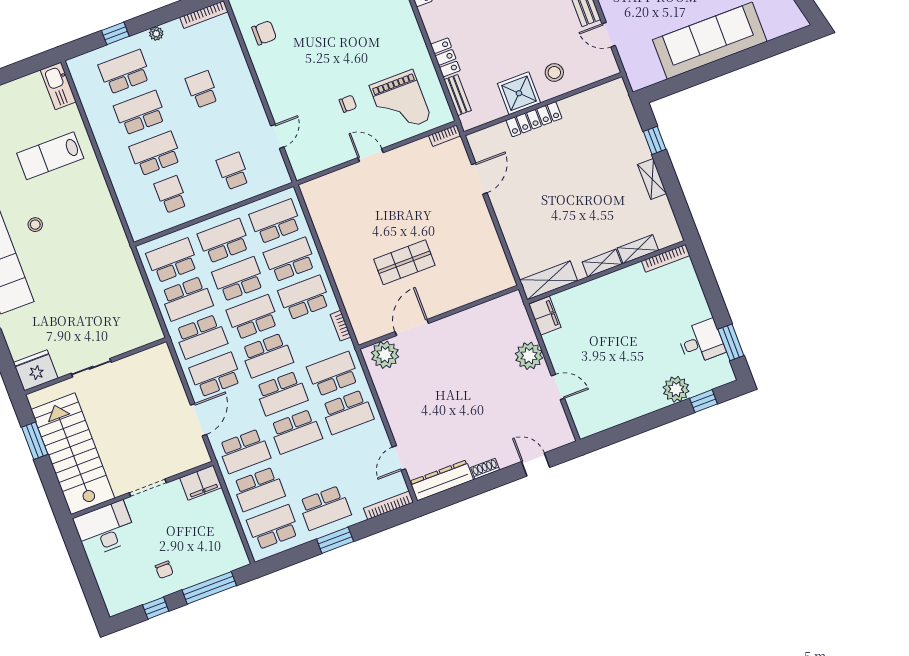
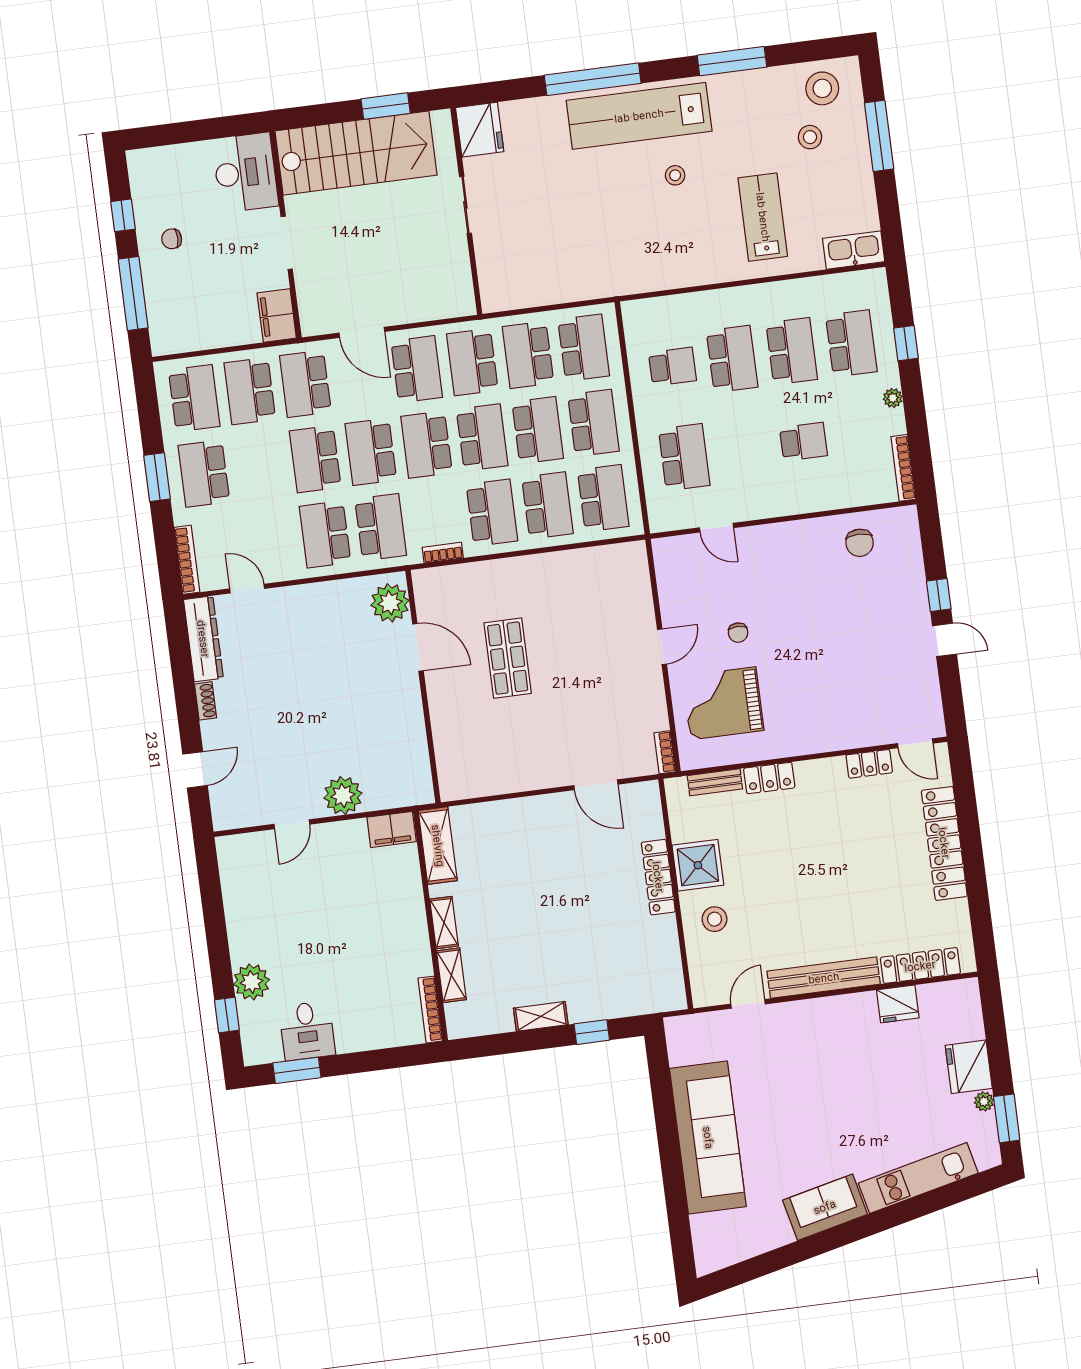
school desk: (233, 171) -> (684, 457), width x1.85

